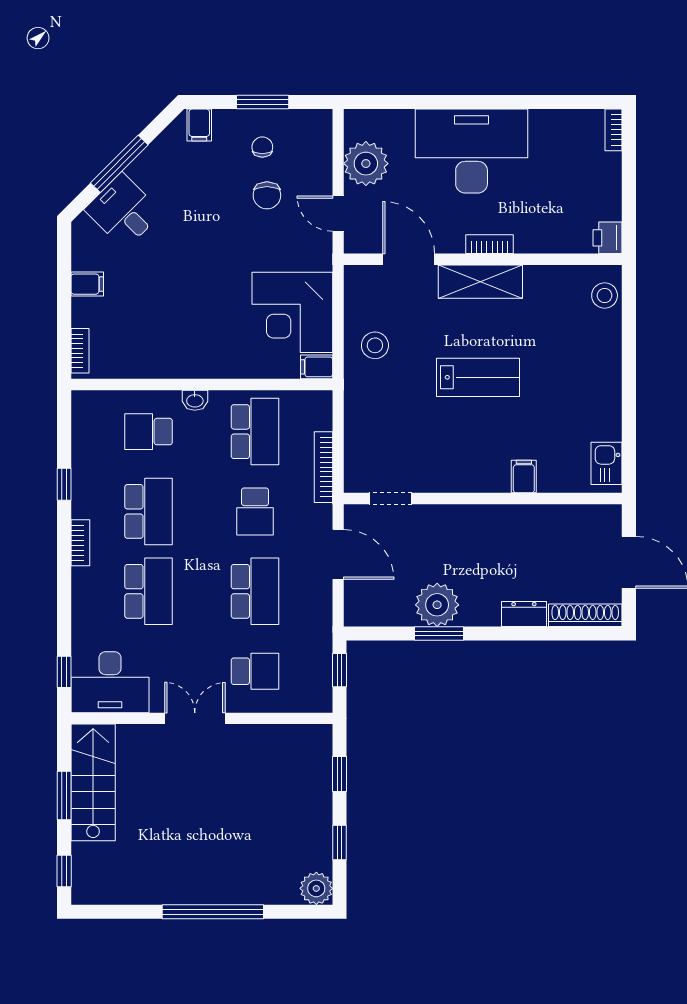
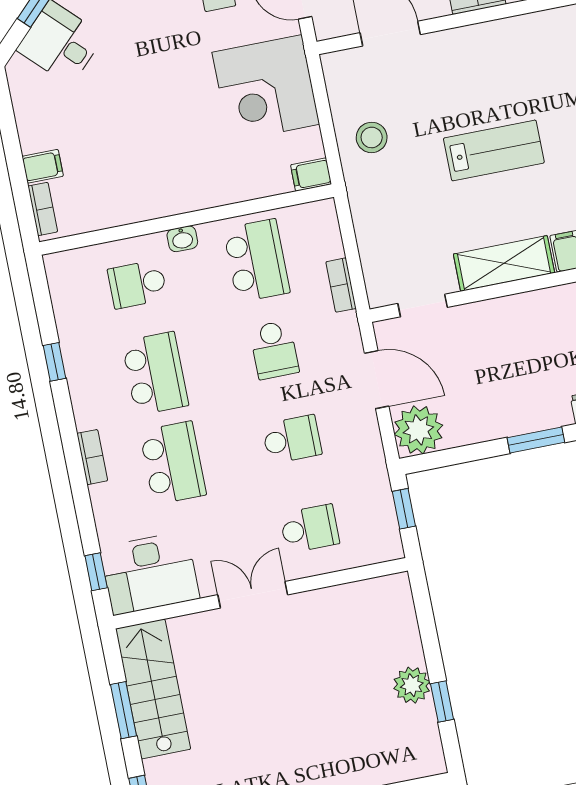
shelving: (480, 282) -> (504, 263), moved
filing cabinet: (87, 284) -> (43, 166), moved
corner desk: (292, 312) -> (266, 88), moved
bookcase: (323, 467) -> (341, 285), width x0.64
bookcase: (80, 543) -> (92, 457), moved
school desk: (255, 591) -> (292, 439), width x0.54
plant: (437, 605) -> (418, 430), moved
window: (439, 633) -> (536, 440), moved
window: (340, 774) -> (427, 625), removed
plant: (316, 888) -> (412, 685), moved

